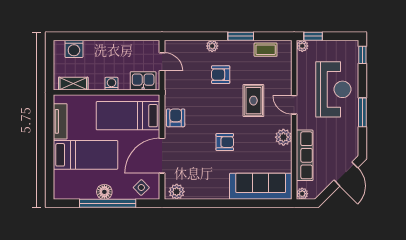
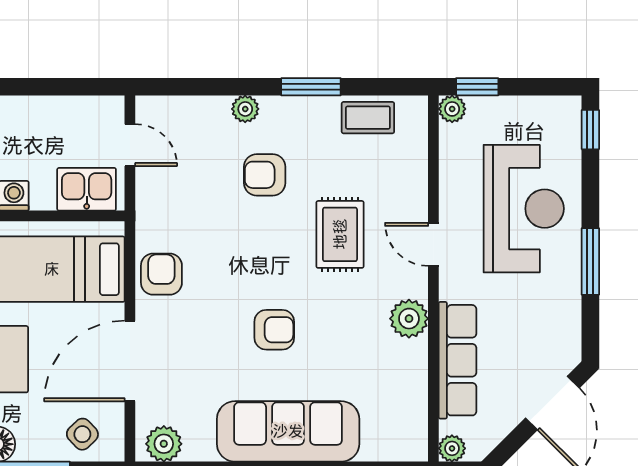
sofa: (261, 186) -> (288, 431), moved

